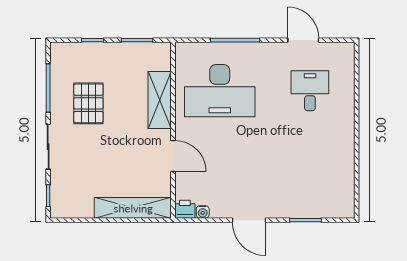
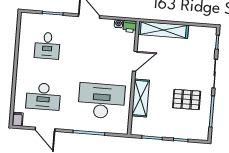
filing cabinet: (347, 52) -> (18, 119), added
desk: (310, 91) -> (43, 96), width x1.37
pallet: (88, 103) -> (187, 99), turned 90
door: (173, 156) -> (135, 61), swing flipped
desk: (310, 170) -> (47, 46), added

